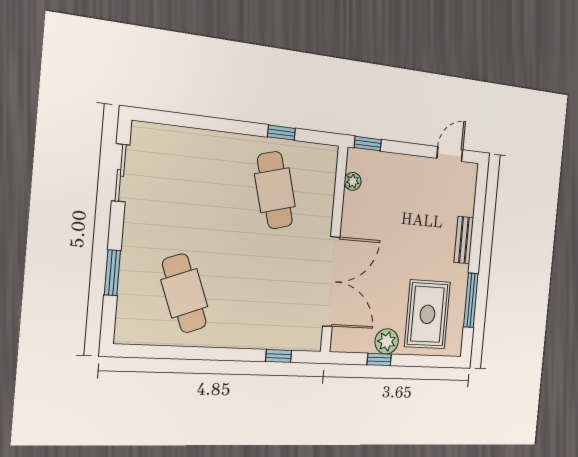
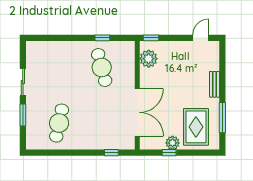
sliding door: (121, 173) -> (23, 82), moved
plant: (353, 181) -> (149, 59), width x1.88, depth x1.88
cafe table: (184, 293) -> (59, 123), turned 33

